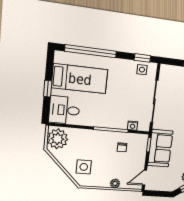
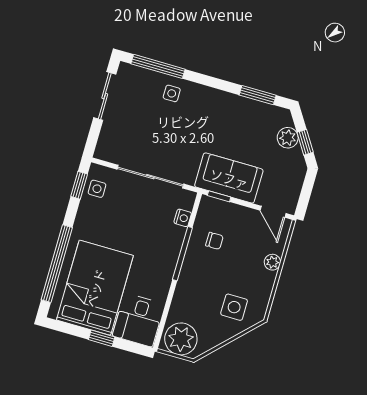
bed: (80, 79) -> (95, 288), width x1.50

